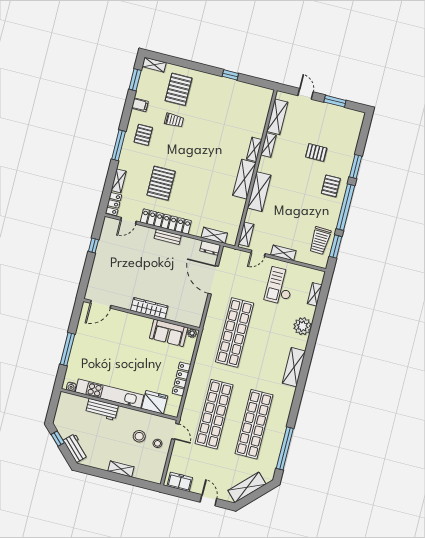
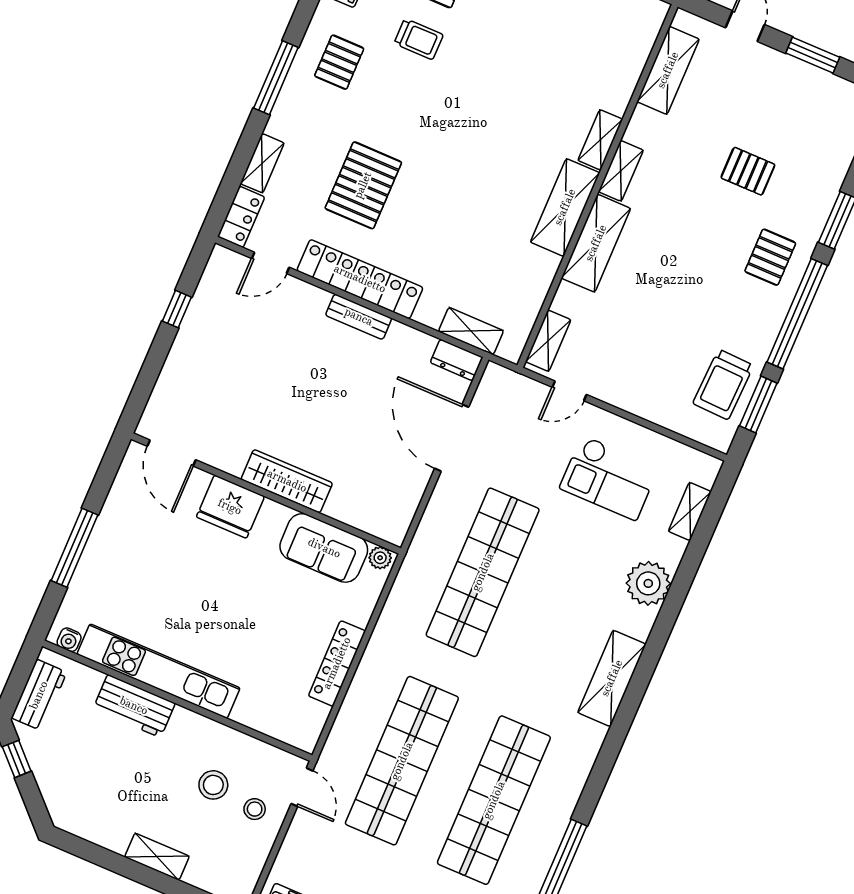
shelving: (268, 145) -> (621, 171), moved
shelving: (283, 253) -> (630, 400), removed
checkout: (280, 286) -> (609, 478), turned -90
door: (101, 304) -> (172, 453), hinge flipped
fridge: (155, 402) -> (230, 507), moved, turned 180
workbench: (76, 448) -> (39, 695), moved, turned 45

